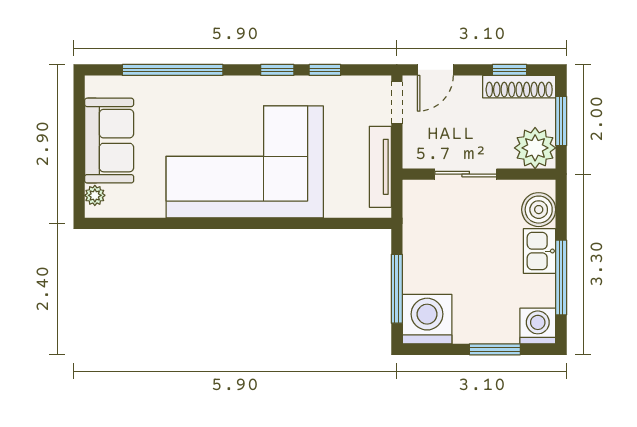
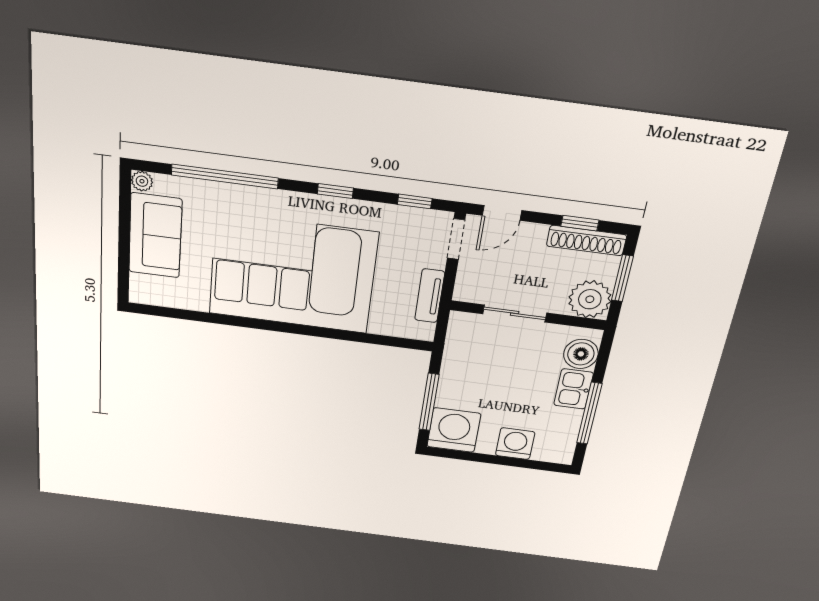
window: (325, 70) -> (415, 201), moved
tv unit: (380, 167) -> (430, 296), width x0.71
plant: (95, 195) -> (142, 181), moved
washing machine: (538, 326) -> (515, 444), moved
window: (495, 349) -> (513, 462), removed

